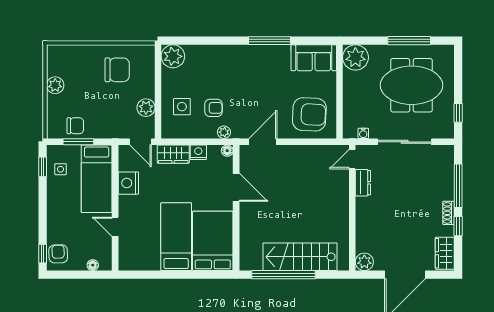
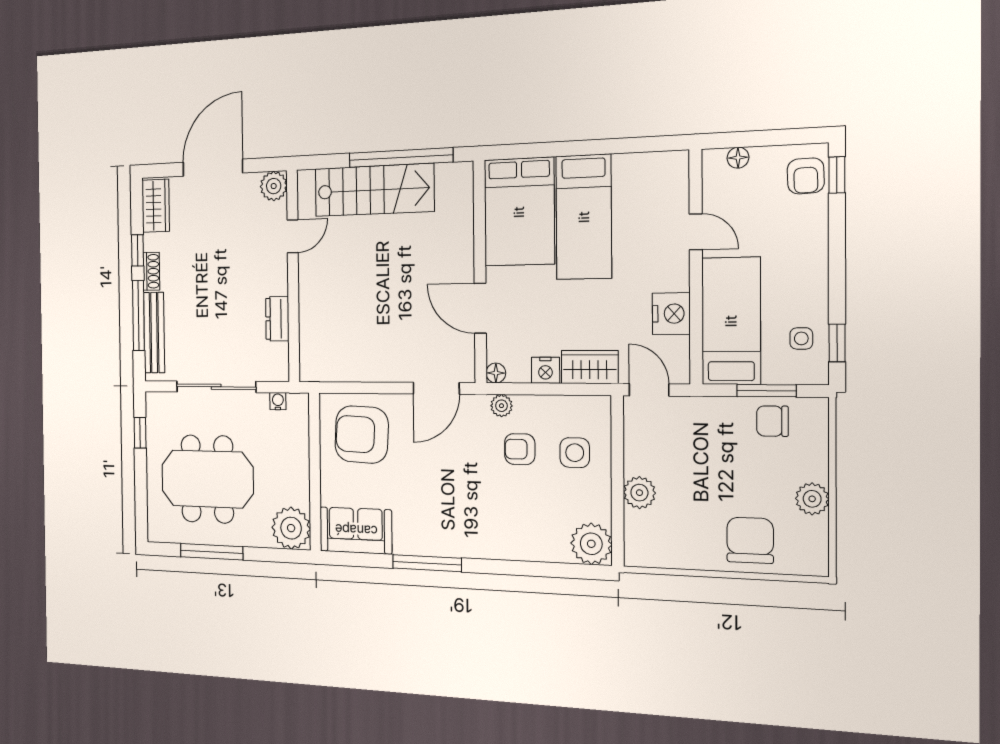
chair: (117, 70) -> (750, 540), moved, turned 90
plant: (146, 108) -> (639, 493), moved
door: (352, 159) -> (293, 236), moved
bench: (447, 175) -> (154, 333), added

